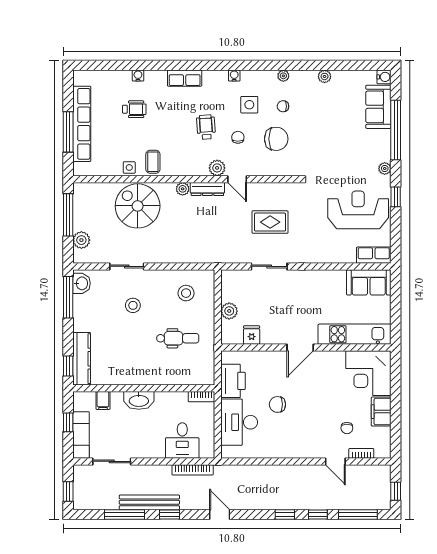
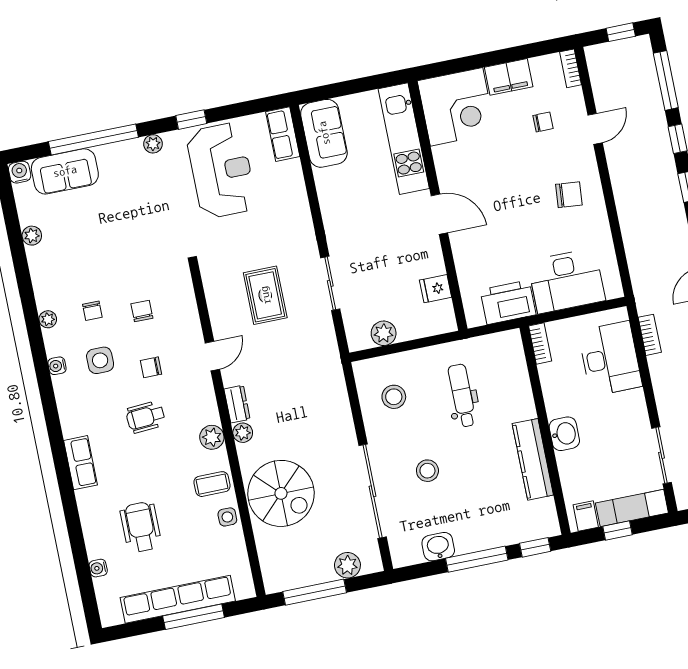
water cooler: (138, 76) -> (98, 568), moved
water cooler: (234, 76) -> (57, 366), moved
plant: (325, 76) -> (32, 236), moved
wheelchair: (134, 109) -> (141, 527), width x1.36, depth x1.37
chair: (276, 139) -> (142, 311), width x0.54, depth x0.54
plant: (217, 168) -> (212, 437), moved
dresser: (207, 189) -> (237, 404), width x0.70
spiral stairs: (138, 206) -> (281, 493), turned -90
reception desk: (358, 210) -> (221, 170), turned 180
sliding door: (127, 266) -> (373, 491), width x1.86
washbasin: (81, 283) -> (438, 547), moved
window: (68, 297) -> (477, 559), moved
plant: (229, 311) -> (384, 333), moved
kitchen counter: (82, 359) -> (533, 459), moved, turned -90
filing cabinet: (103, 400) -> (586, 516), moved, turned -90
washbasin: (139, 400) -> (564, 434), width x0.72
chair: (277, 404) -> (569, 195), moved, turned -85
desk: (182, 440) -> (610, 359), width x1.37
bookcase: (361, 453) -> (570, 68), moved
bookcase: (193, 470) -> (650, 335), width x0.64

